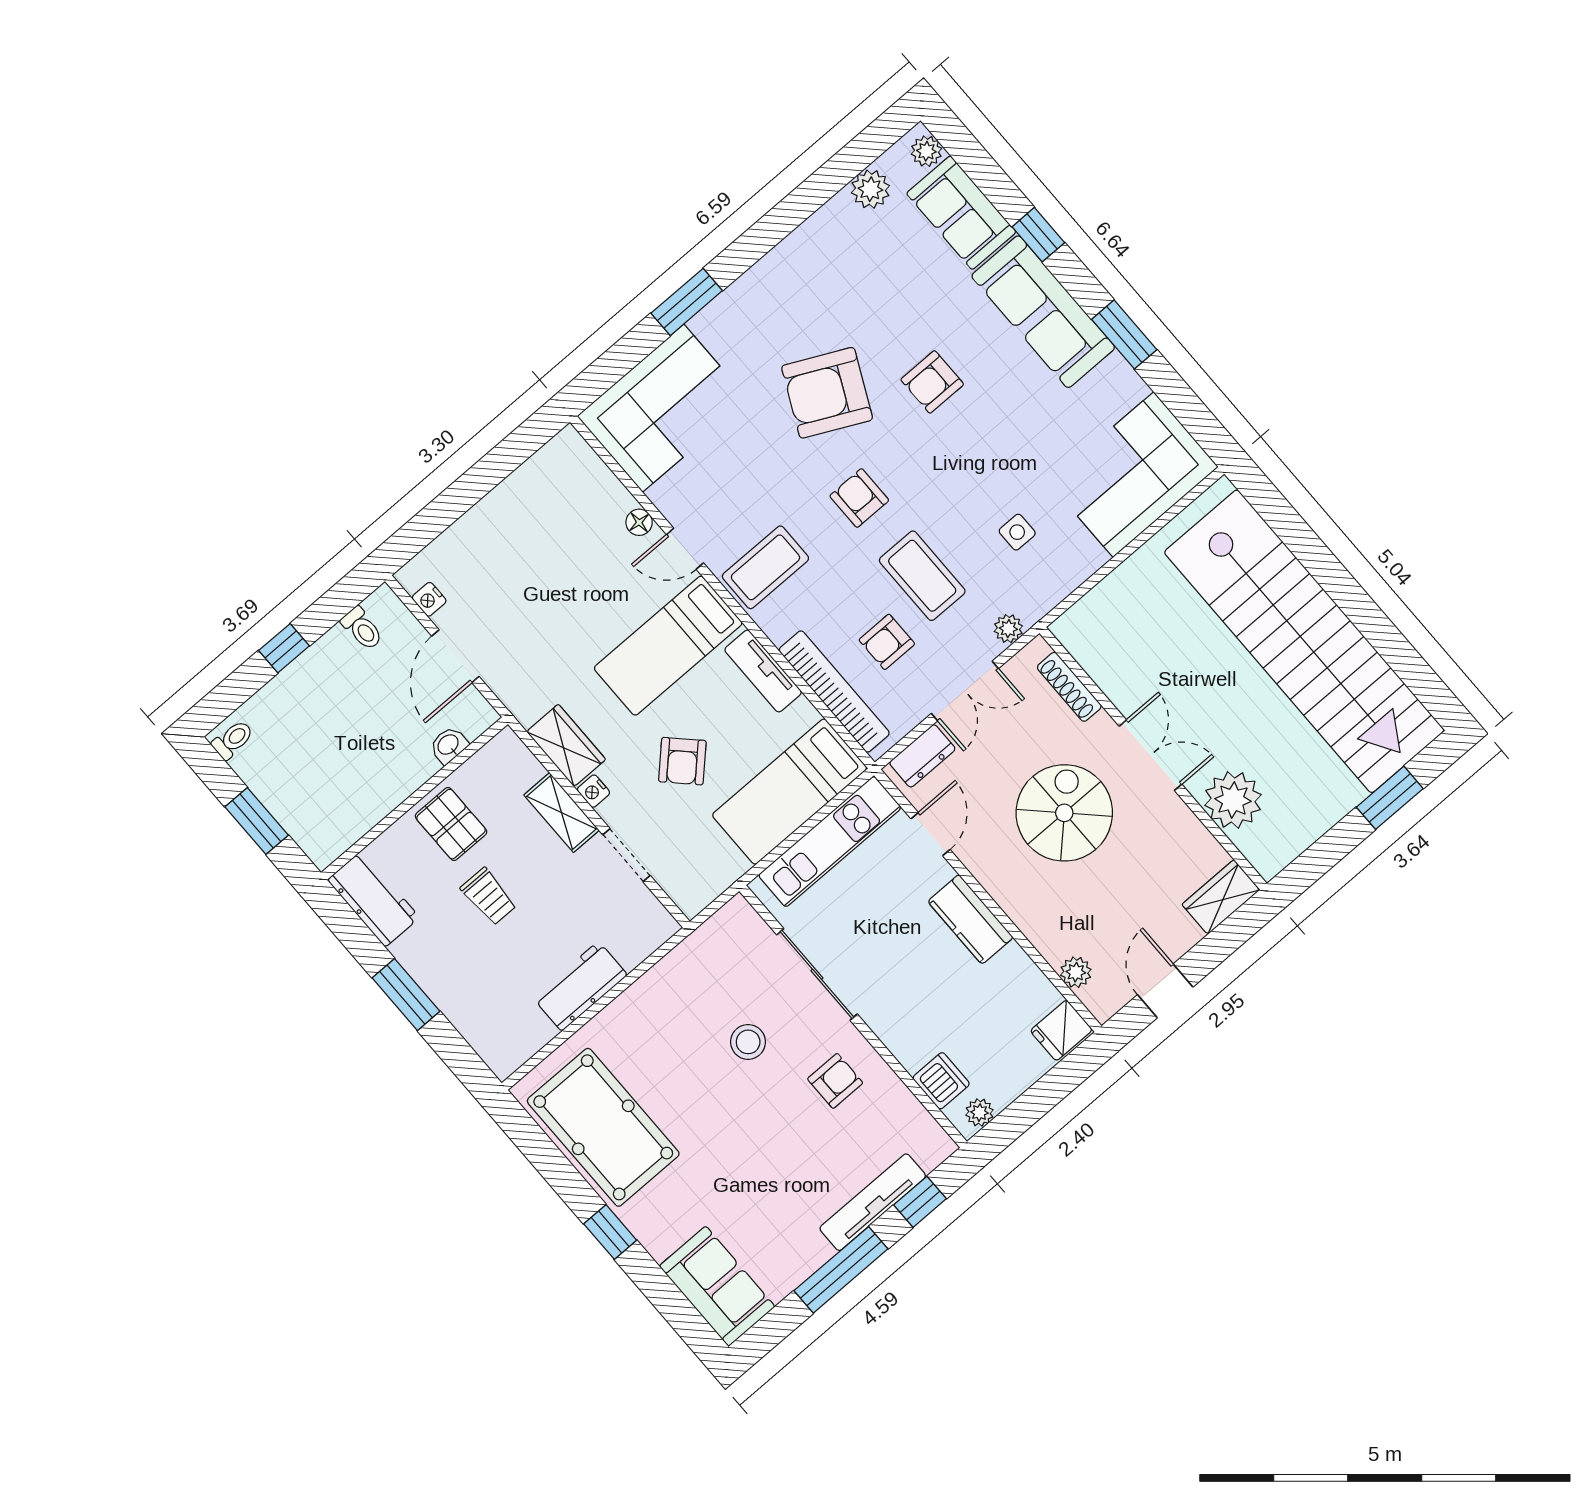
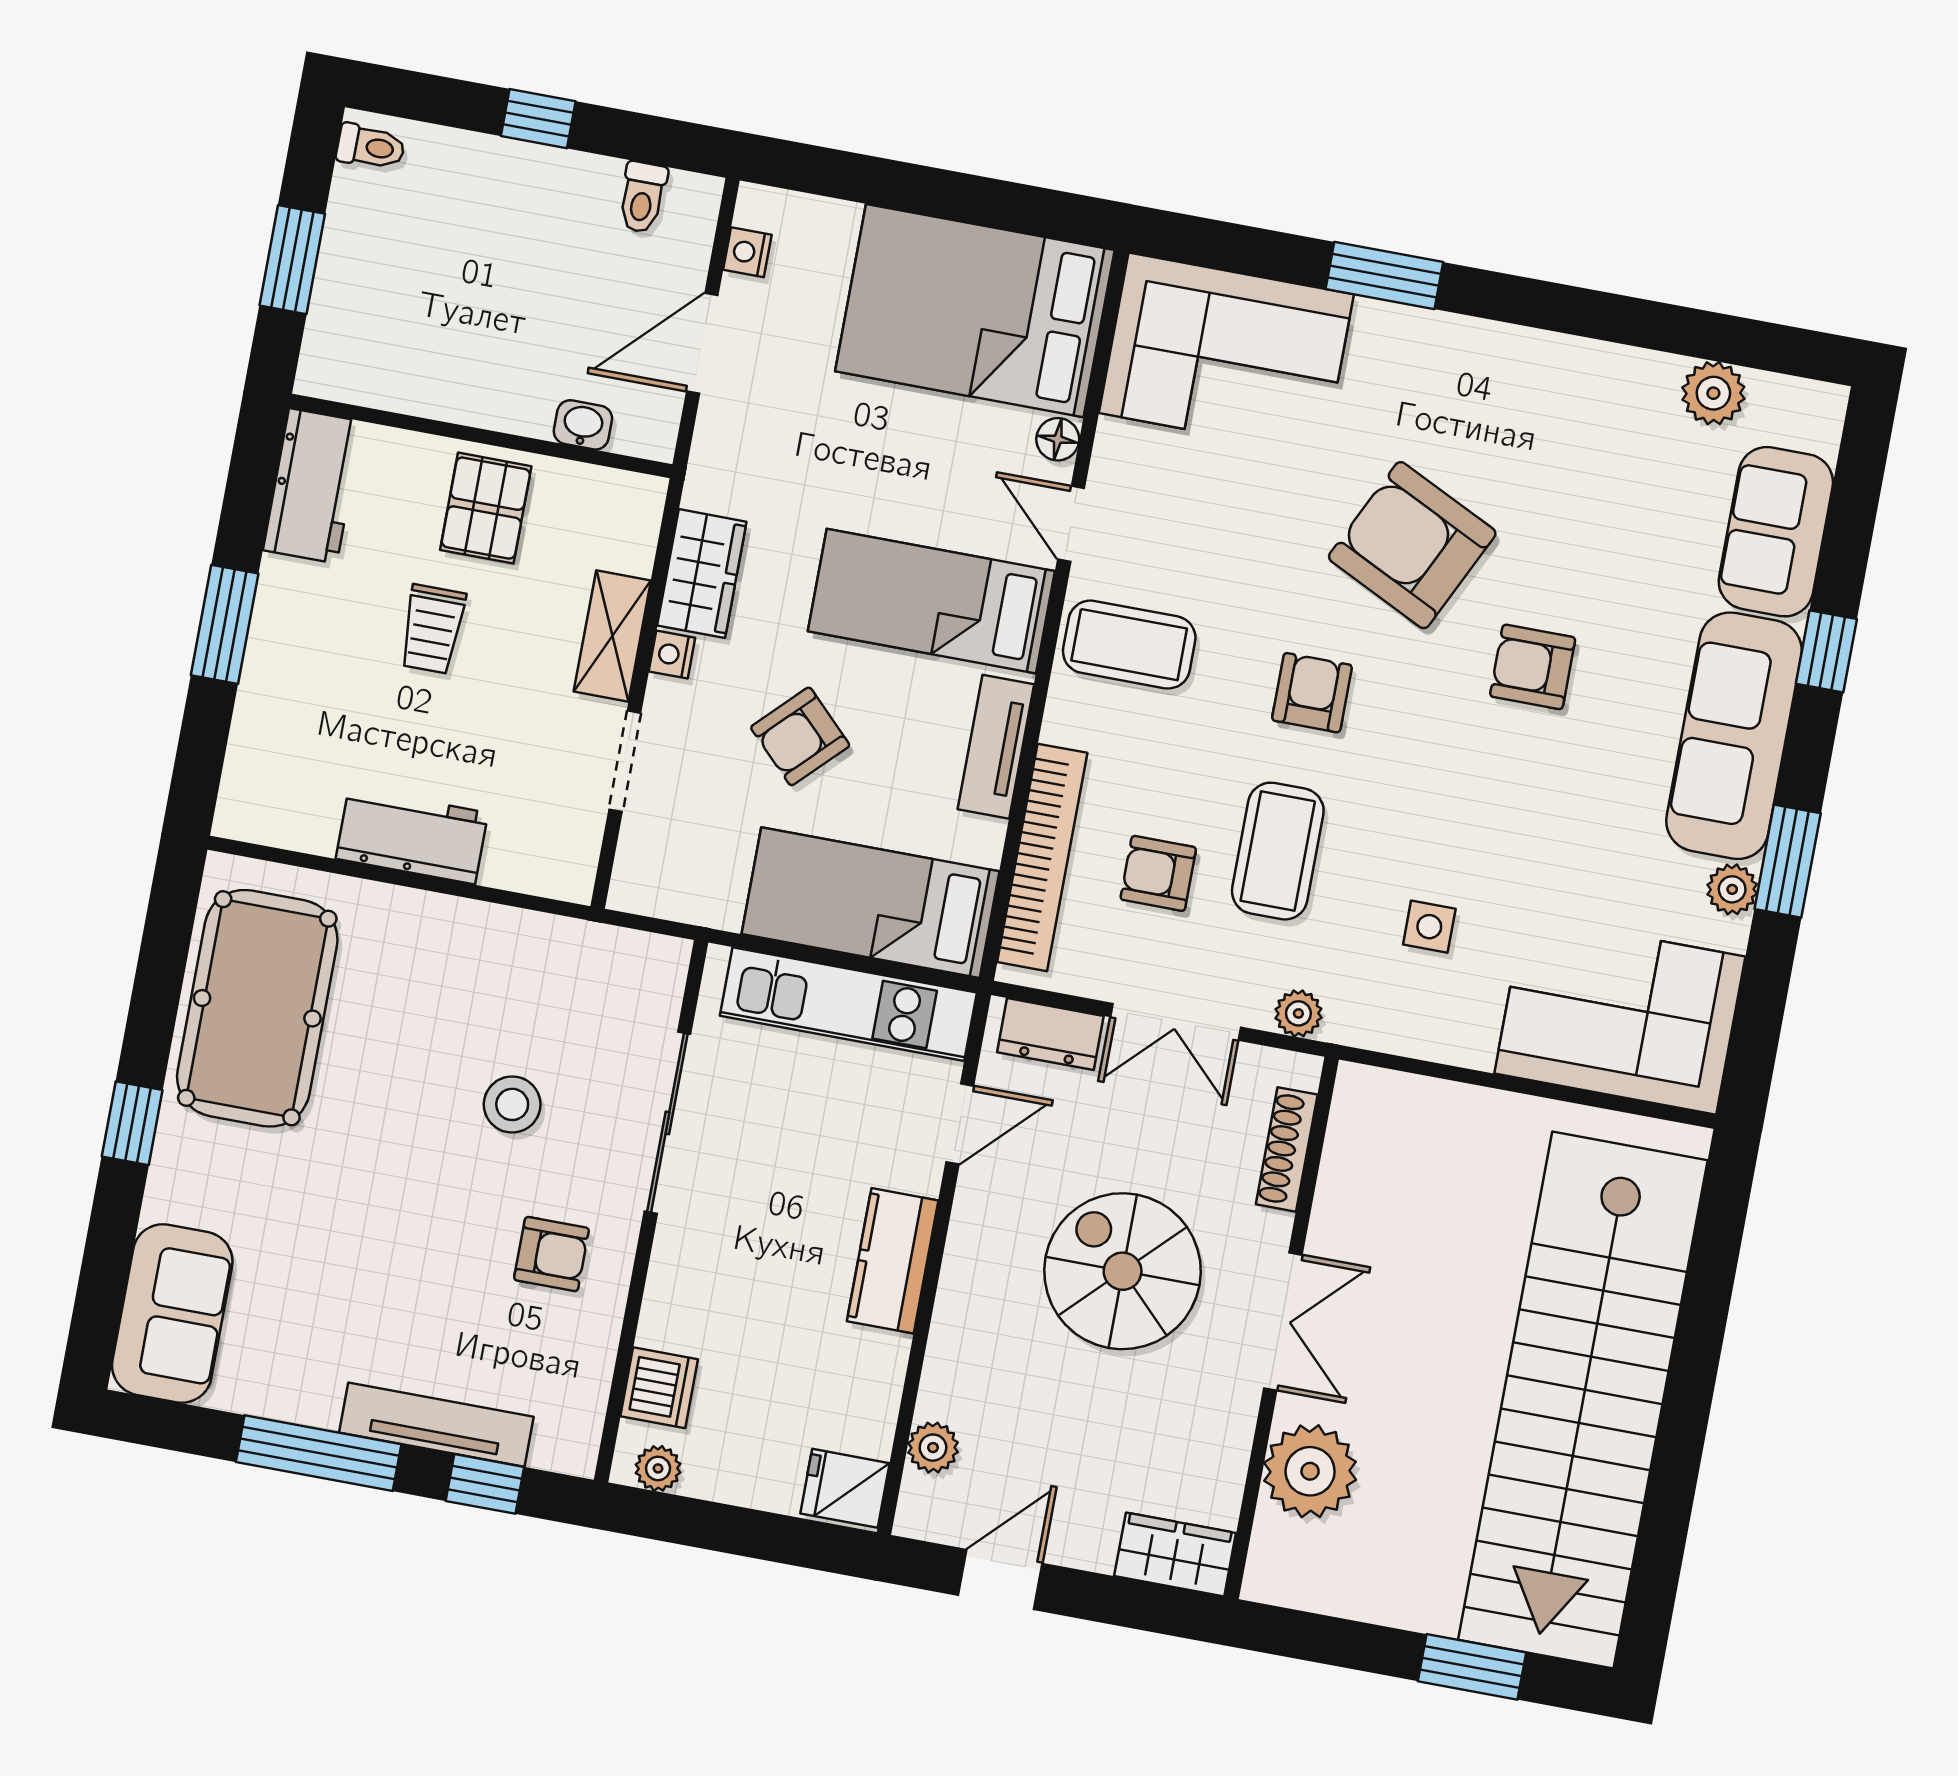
plant: (926, 151) -> (1732, 889), moved
bed: (545, 512) -> (975, 311), added
spiral stairs: (1064, 813) -> (1123, 1271), turned -90

